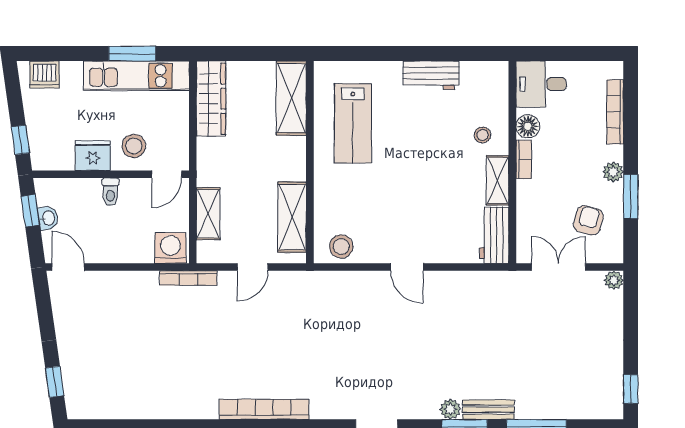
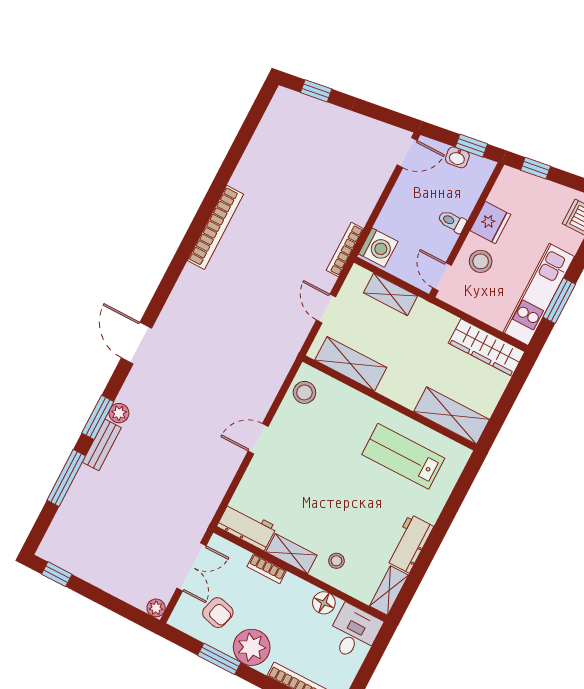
shelving: (485, 72) -> (389, 591), added
bookcase: (524, 159) -> (267, 569), moved
plant: (613, 172) -> (252, 647), width x1.88, depth x1.88
bookcase: (264, 409) -> (215, 227), moved

